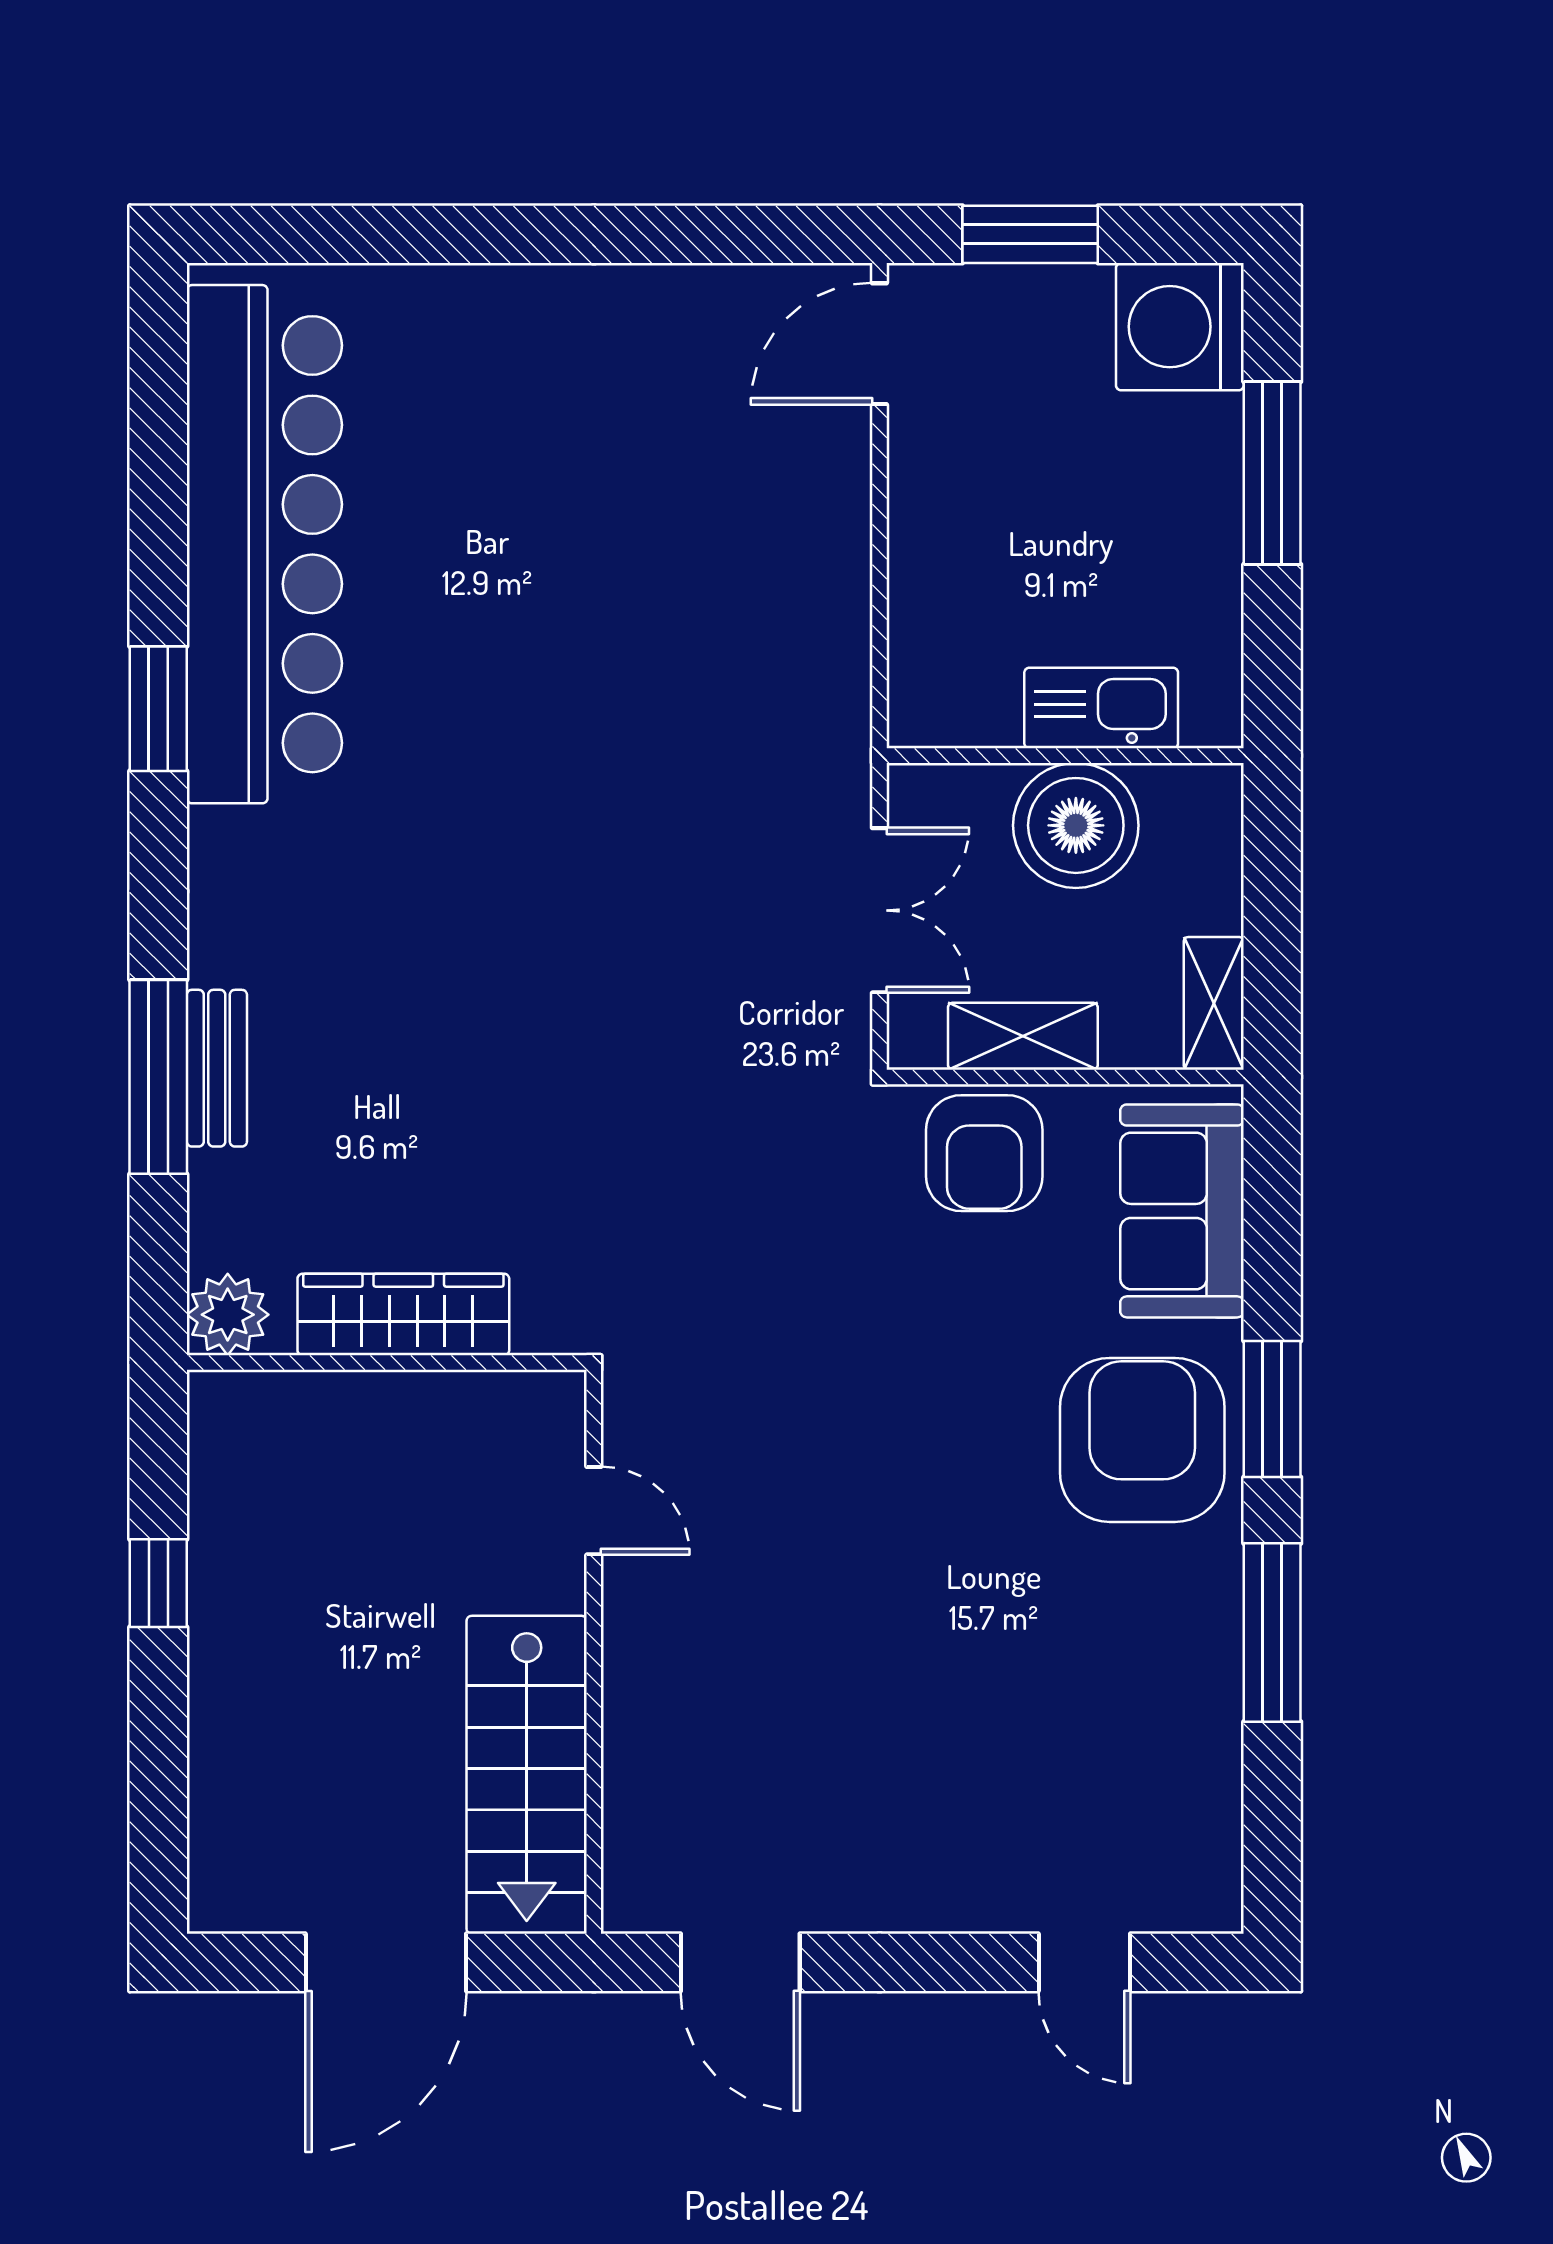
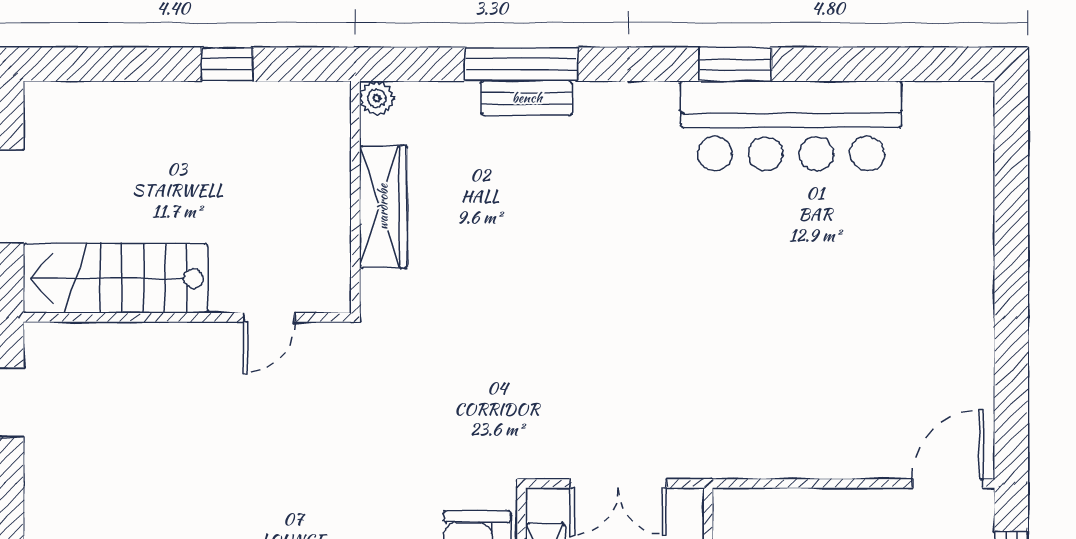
door: (879, 344) -> (948, 483), hinge flipped
bar counter: (264, 544) -> (791, 126), width x0.73
plant: (228, 1315) -> (377, 98), width x0.73, depth x0.73

